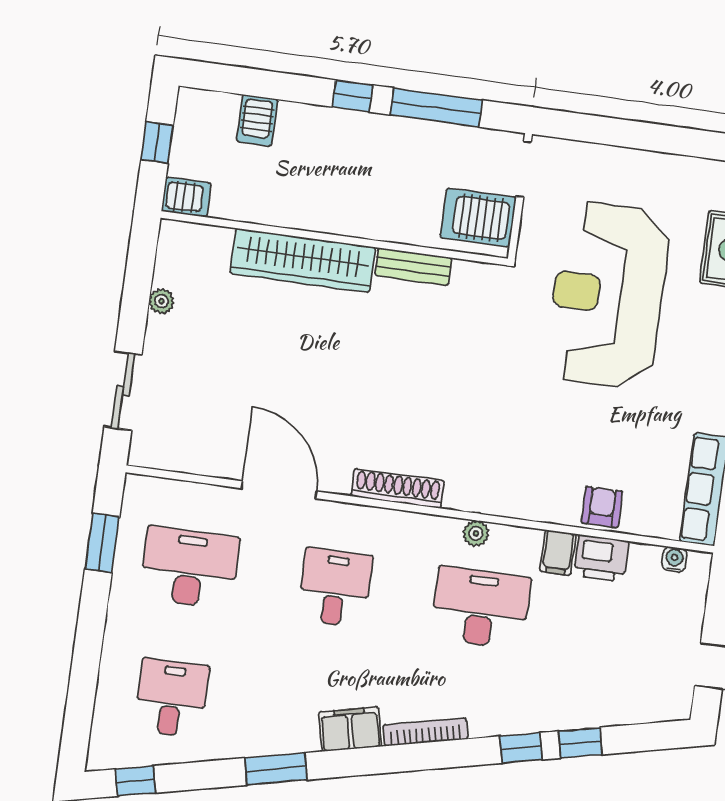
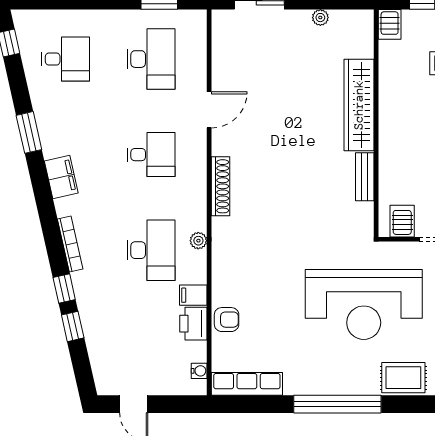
server rack: (478, 218) -> (402, 221), width x0.73, depth x0.70
reception desk: (608, 295) -> (364, 304), turned 180
door: (279, 490) -> (209, 110), width x0.73
bookcase: (425, 732) -> (70, 244), moved

